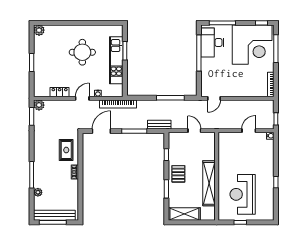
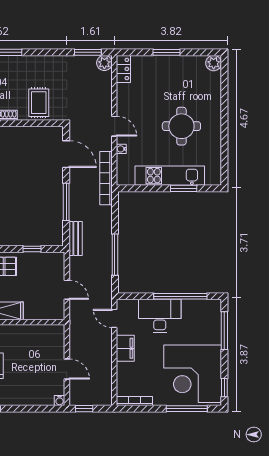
desk: (212, 42) -> (160, 316), moved
filing cabinet: (235, 91) -> (125, 348), added
locker: (60, 92) -> (123, 69), moved
door: (194, 131) -> (67, 290), hinge flipped
rug: (66, 150) -> (39, 103), turned 90

